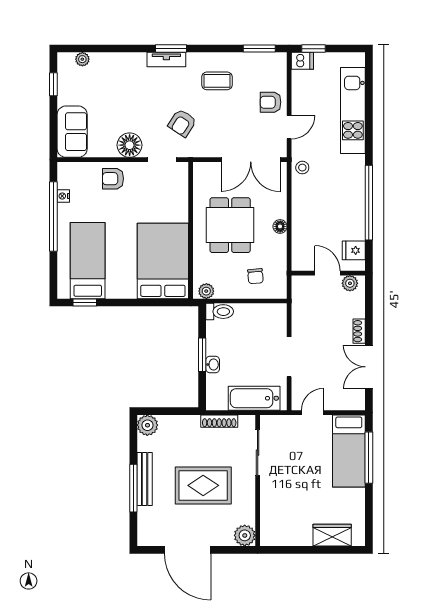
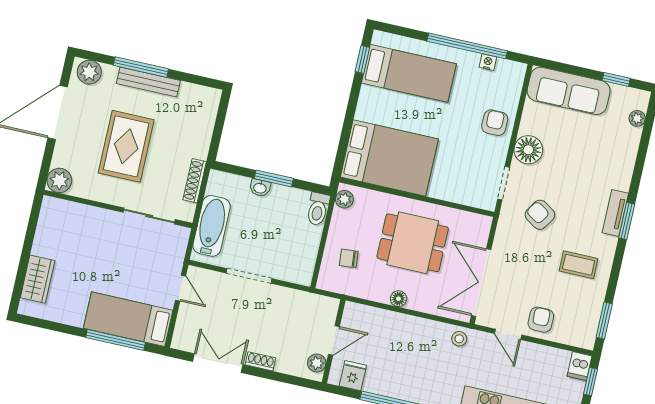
coffee table: (217, 81) -> (579, 265), turned 90
sofa: (72, 132) -> (569, 91), width x1.36
plant: (147, 425) -> (89, 72), moved

